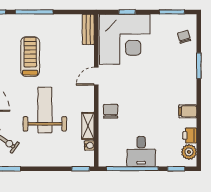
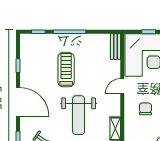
weight bench: (45, 110) -> (79, 115), turned 180
chair: (111, 111) -> (145, 109), moved

